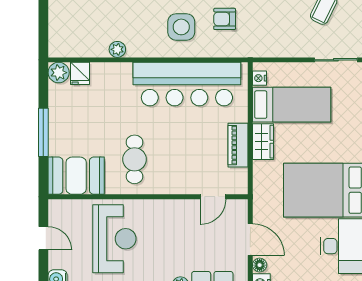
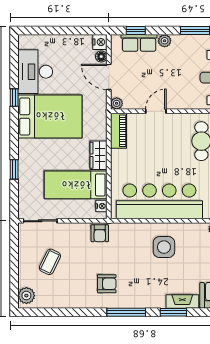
armchair: (225, 19) -> (100, 233), moved, turned 90
piano: (238, 145) -> (118, 131), moved
door: (213, 197) -> (156, 111), moved
plant: (240, 207) -> (117, 103), added

